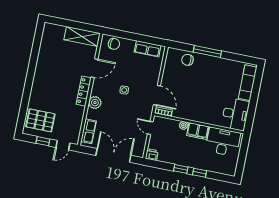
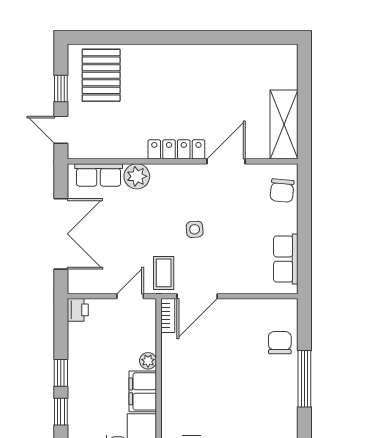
door: (94, 68) -> (226, 161), swing flipped
plant: (95, 103) -> (137, 176), moved
coffee table: (142, 109) -> (164, 273), added

